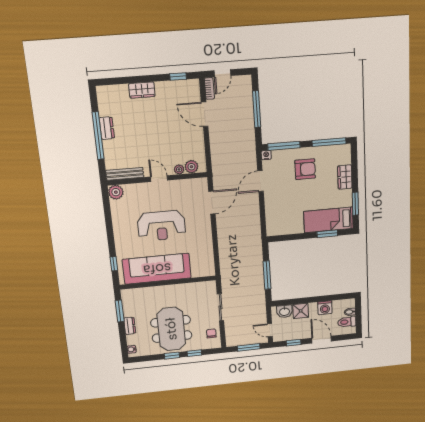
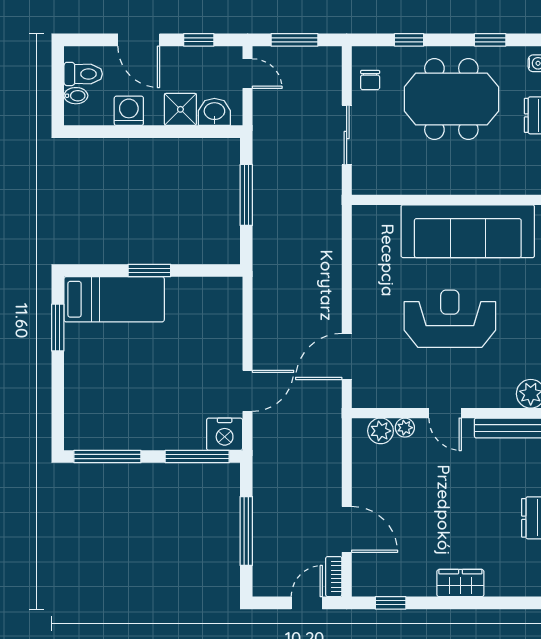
nightstand: (266, 155) -> (225, 434), width x1.89, depth x1.79
armchair: (305, 169) -> (157, 407), removed
wardrobe: (345, 177) -> (78, 384), removed
window: (327, 234) -> (149, 270), moved
meeting table: (171, 329) -> (451, 99), turned 90
window: (172, 356) -> (490, 40), moved

